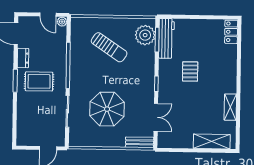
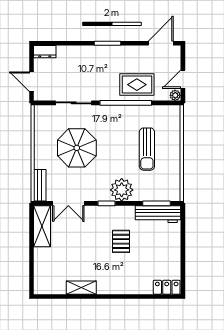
plant: (145, 35) -> (122, 190), moved
sun lounger: (109, 47) -> (147, 149), turned -34
dresser: (23, 58) -> (45, 52), moved
pallet: (190, 71) -> (121, 241), turned 90
rug: (39, 81) -> (137, 85), moved, turned 90
shelving: (212, 141) -> (42, 226), moved

